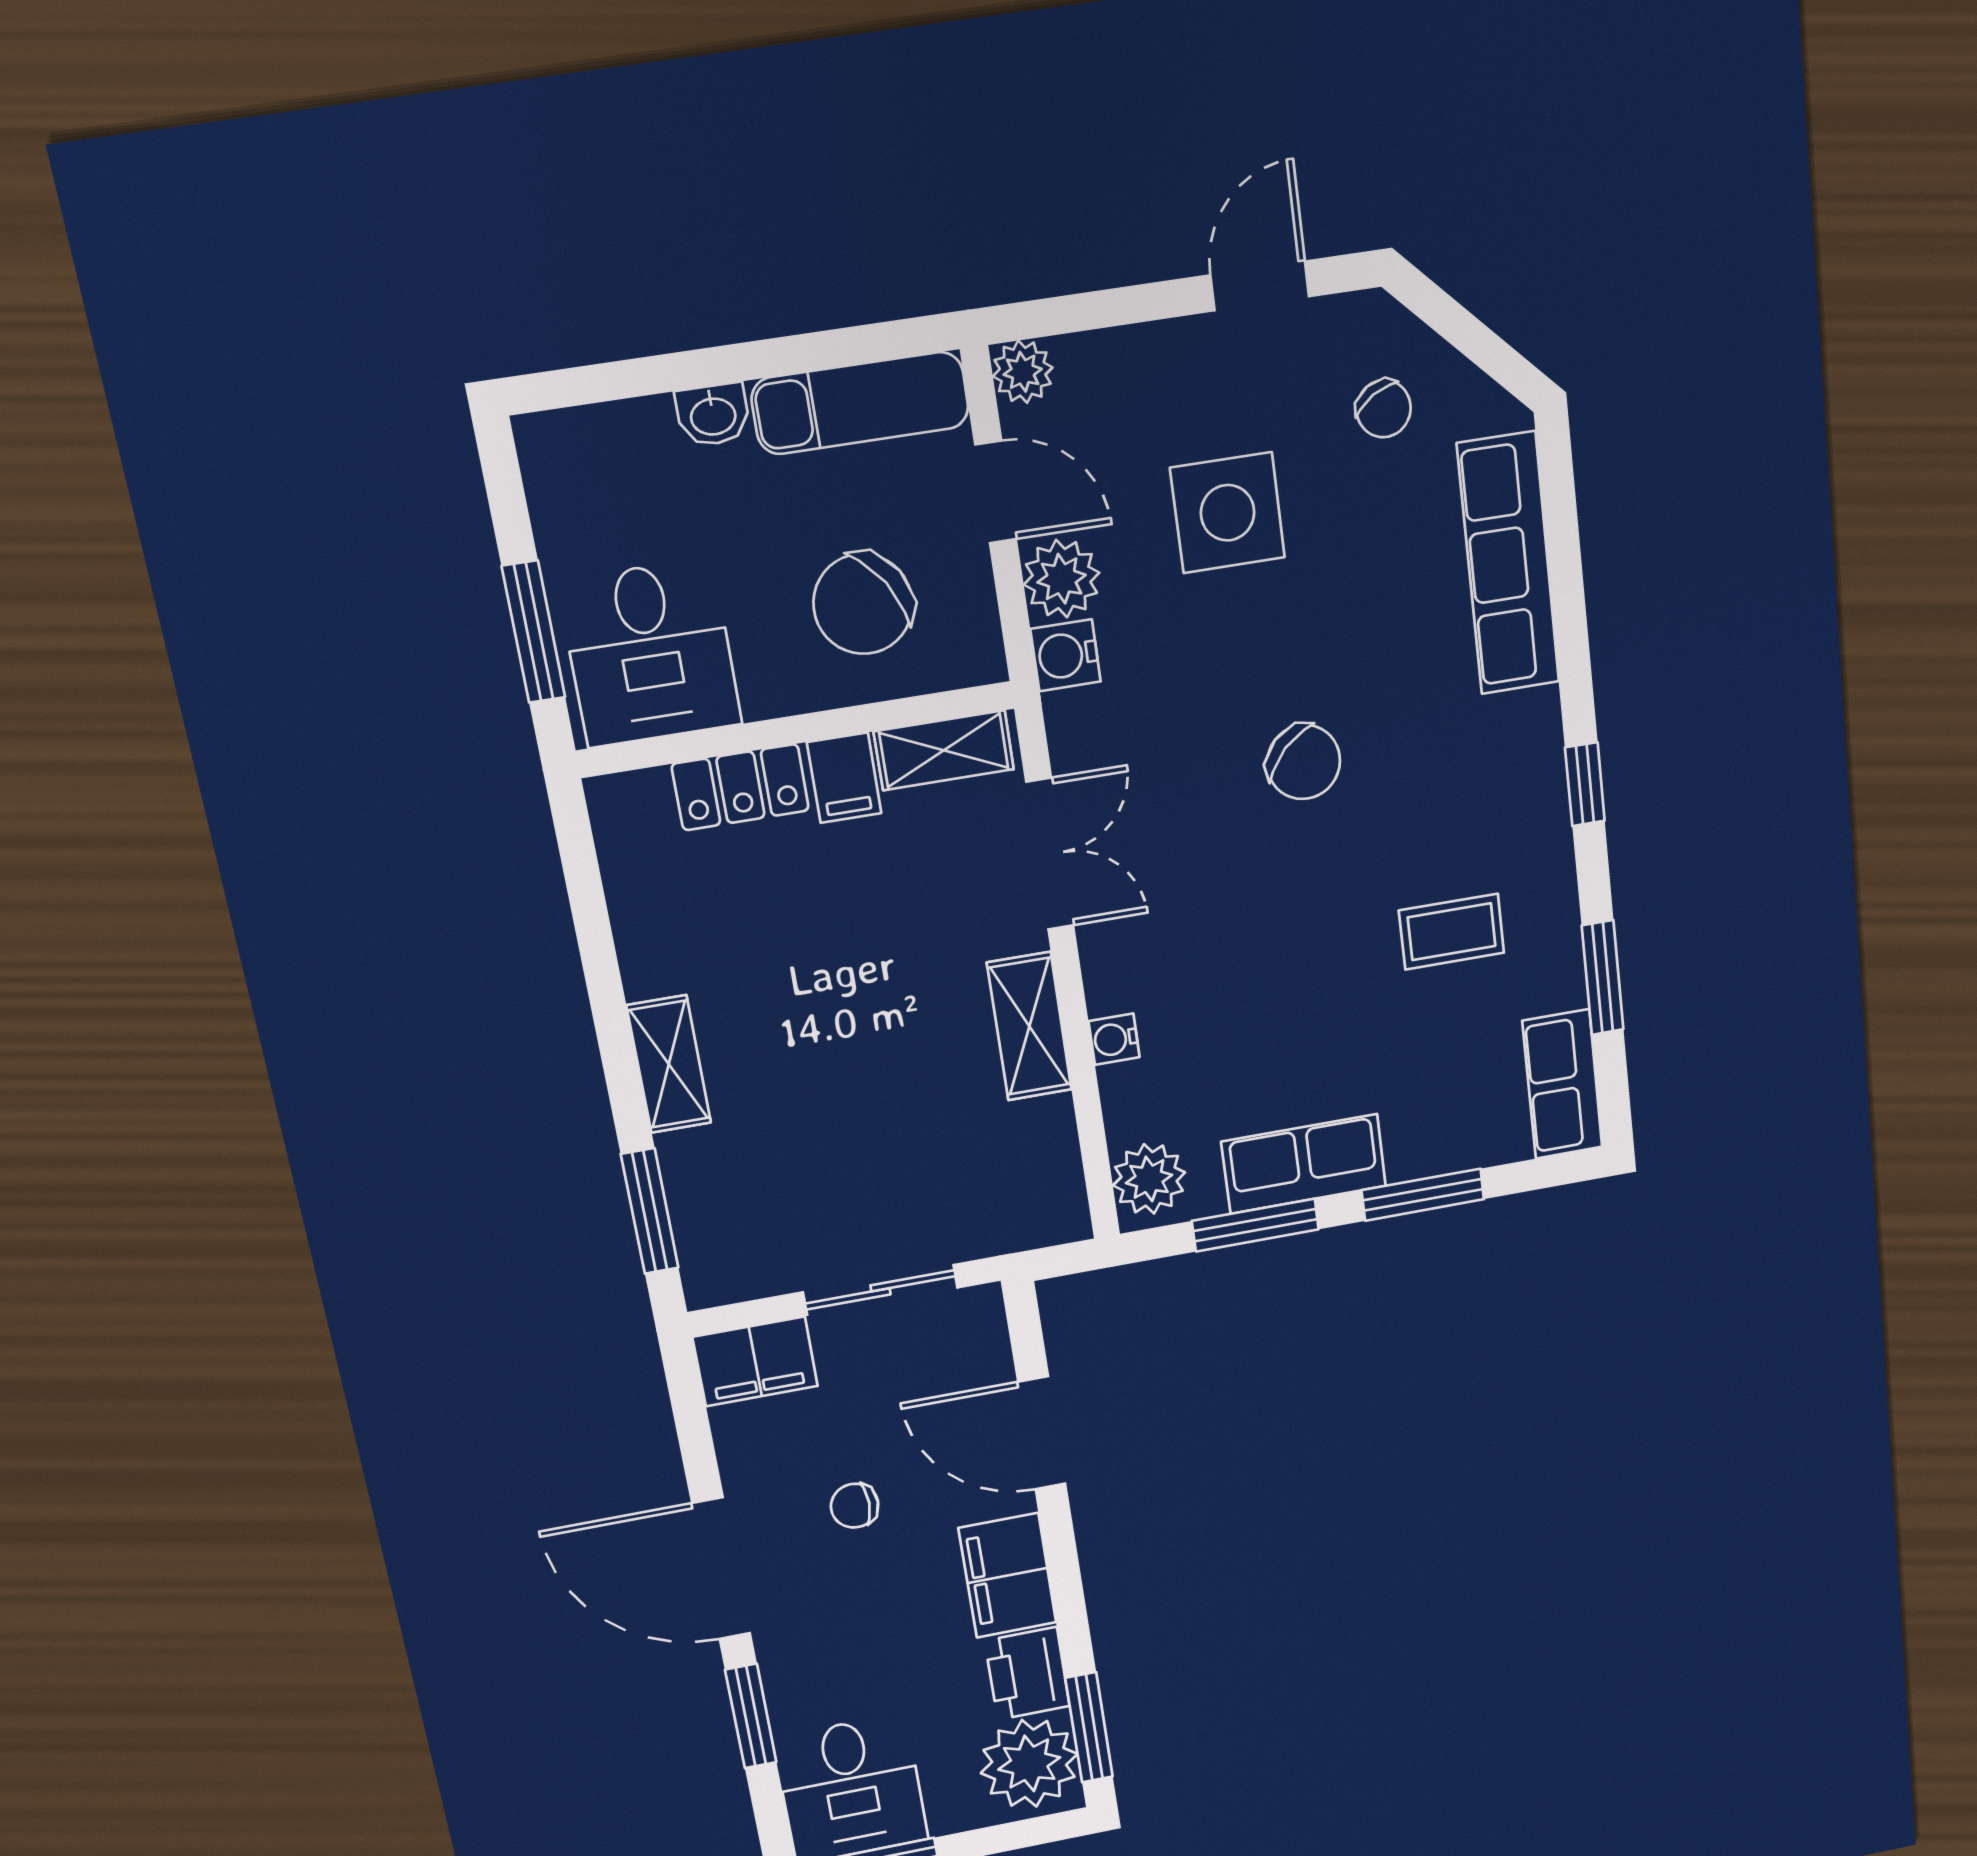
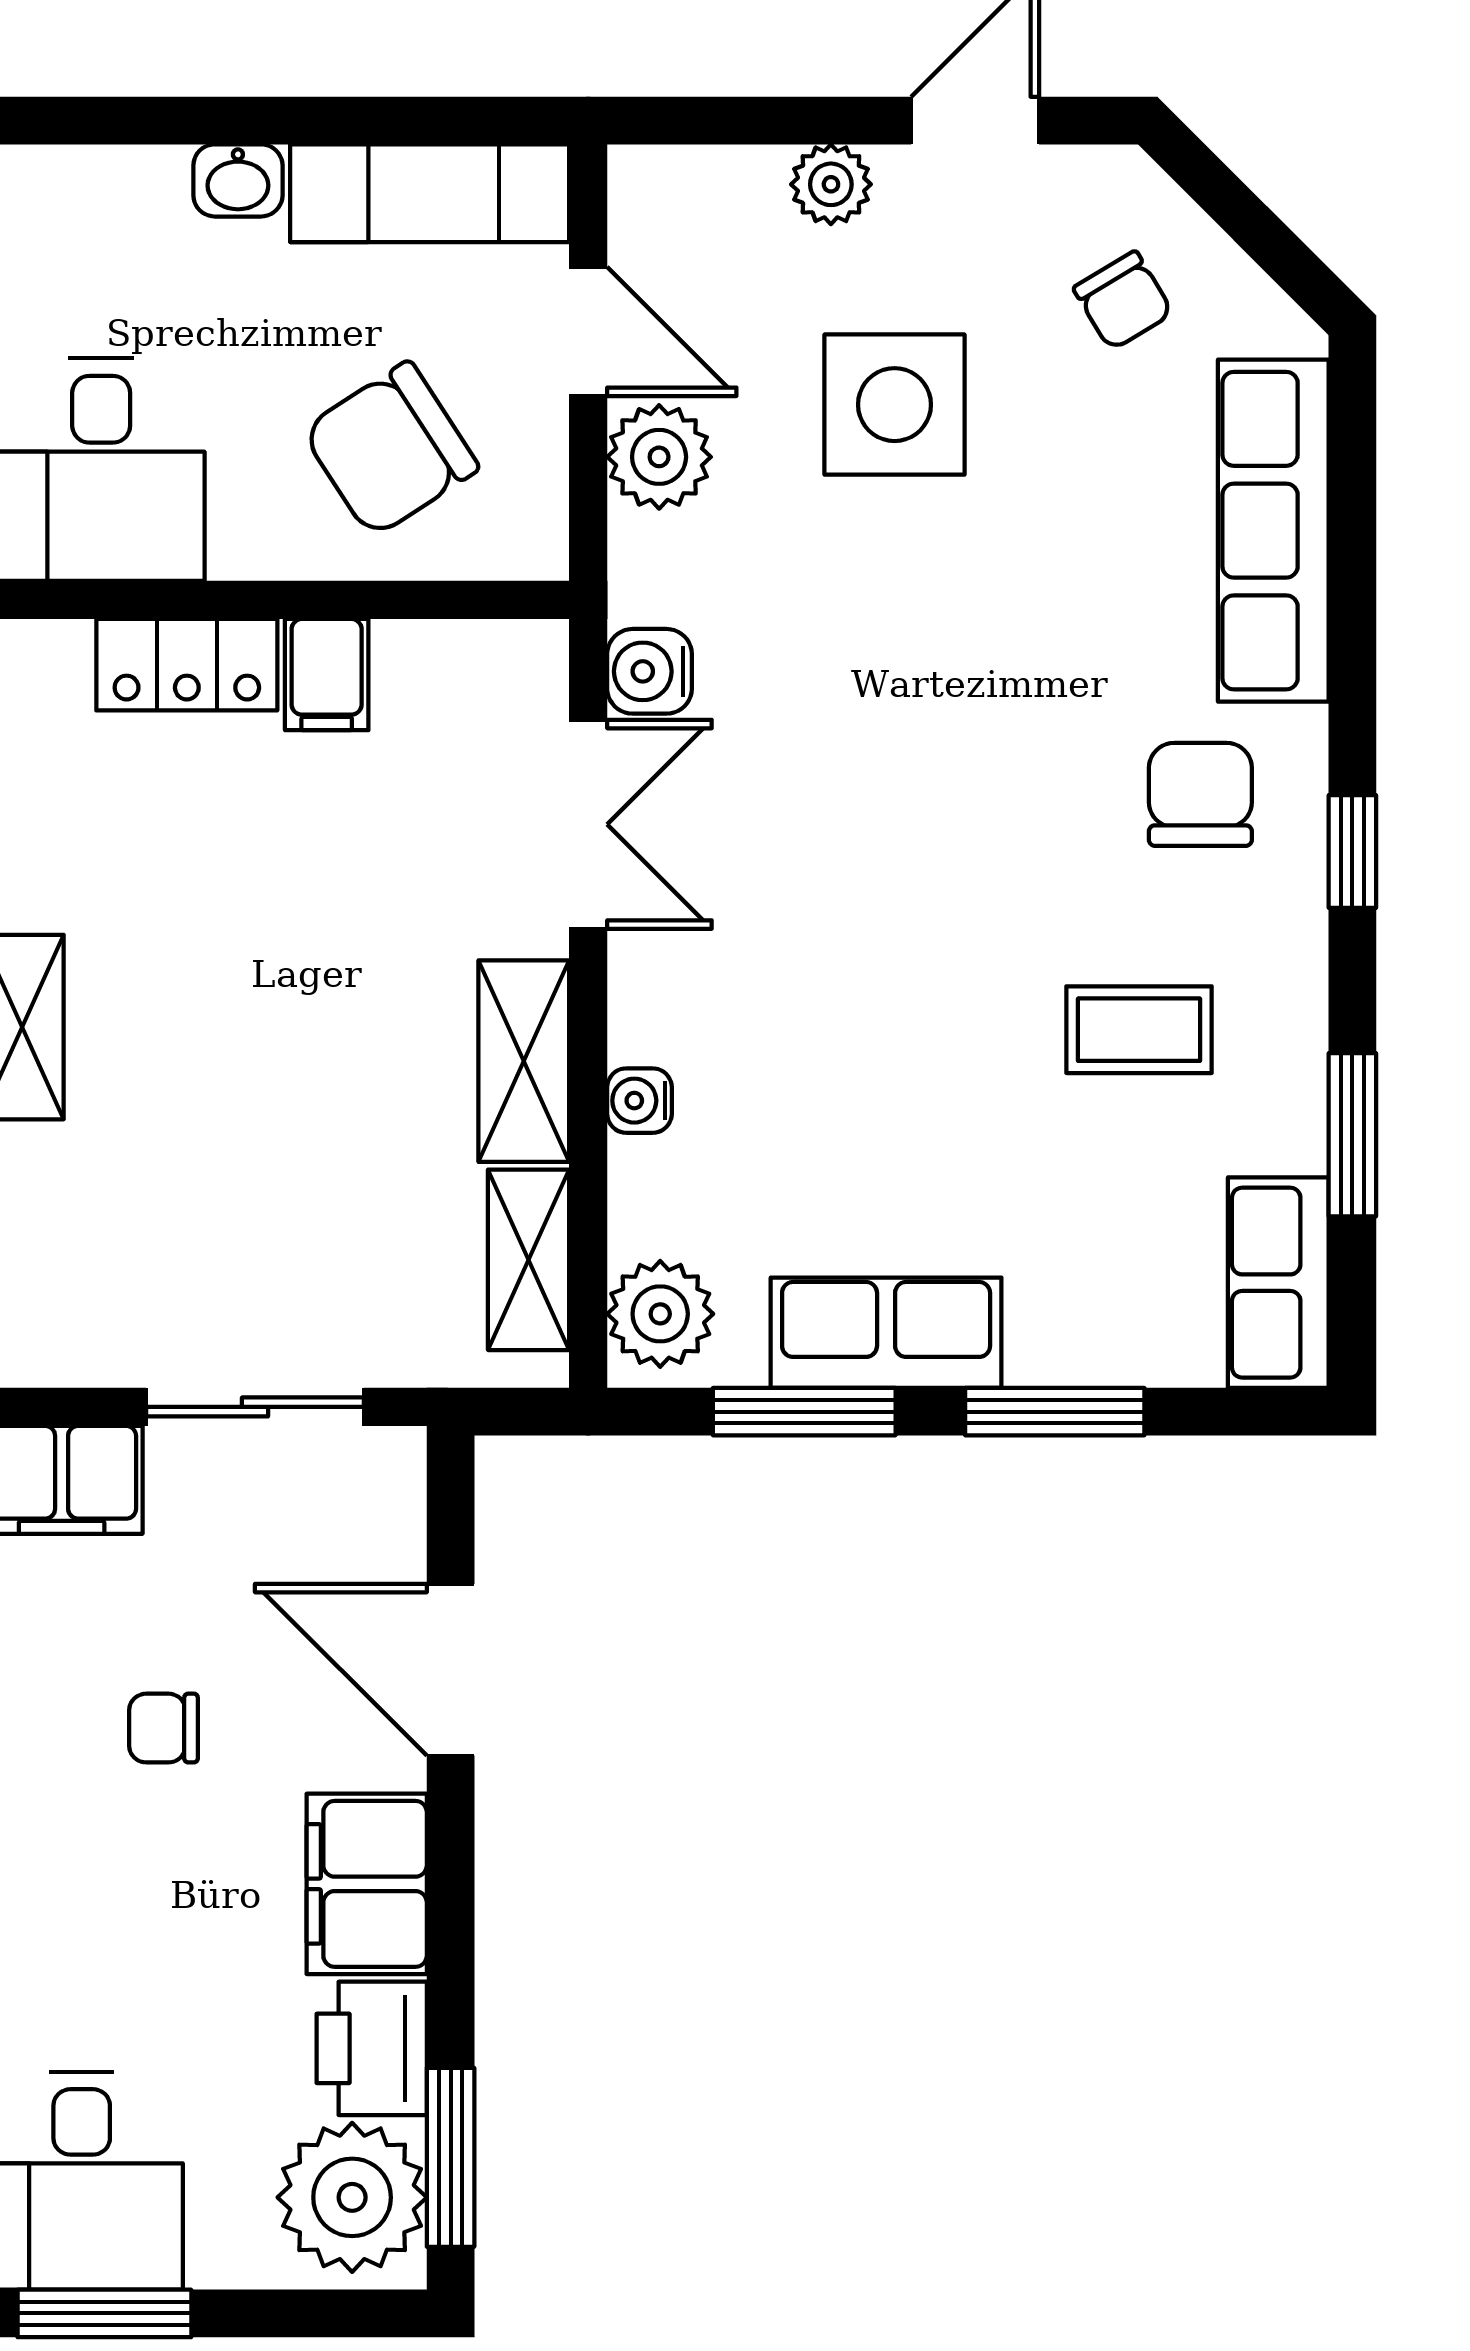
plant: (1023, 372) -> (831, 184), moved
water cooler: (1066, 655) -> (650, 671), moved
shelving: (944, 750) -> (529, 1260), moved, turned 90
chair: (1304, 762) -> (1200, 794), moved, turned -135

